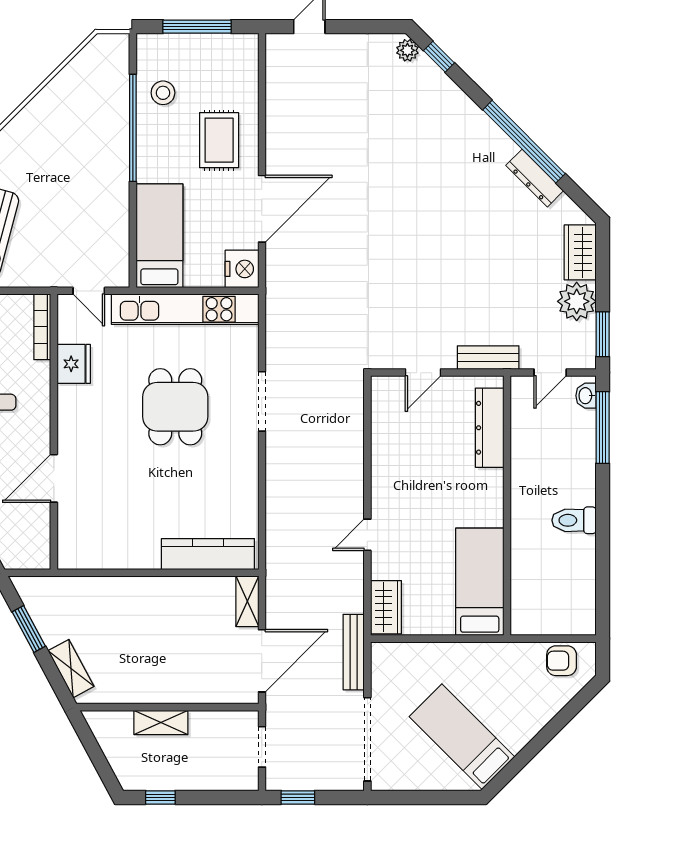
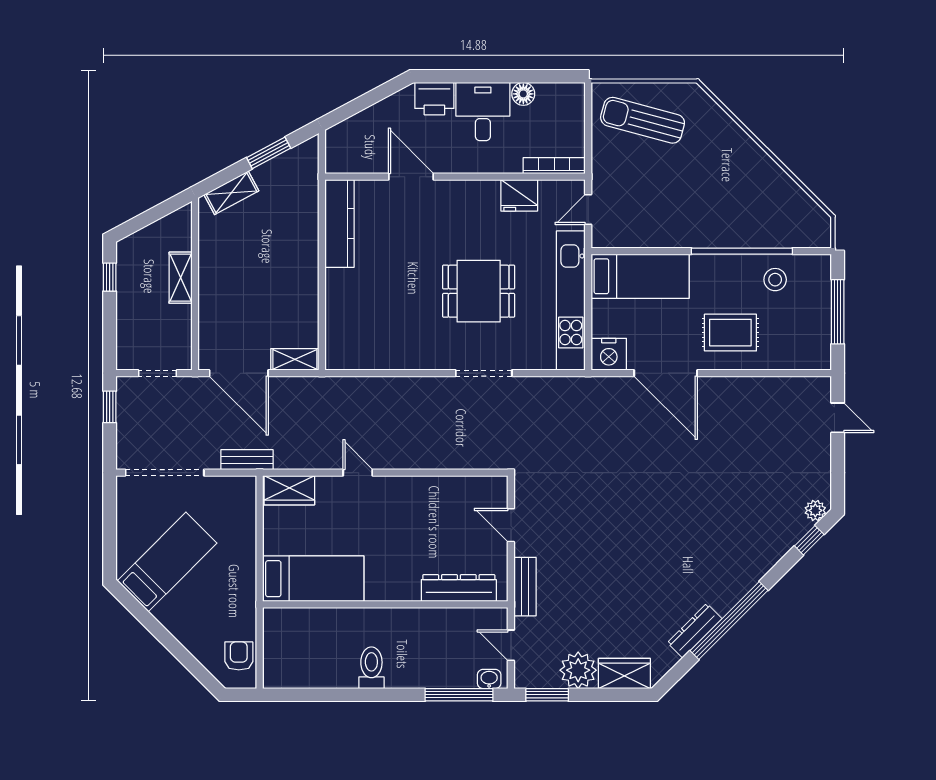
kitchen counter: (208, 554) -> (340, 223), moved
bench: (354, 652) -> (247, 460), width x0.73

